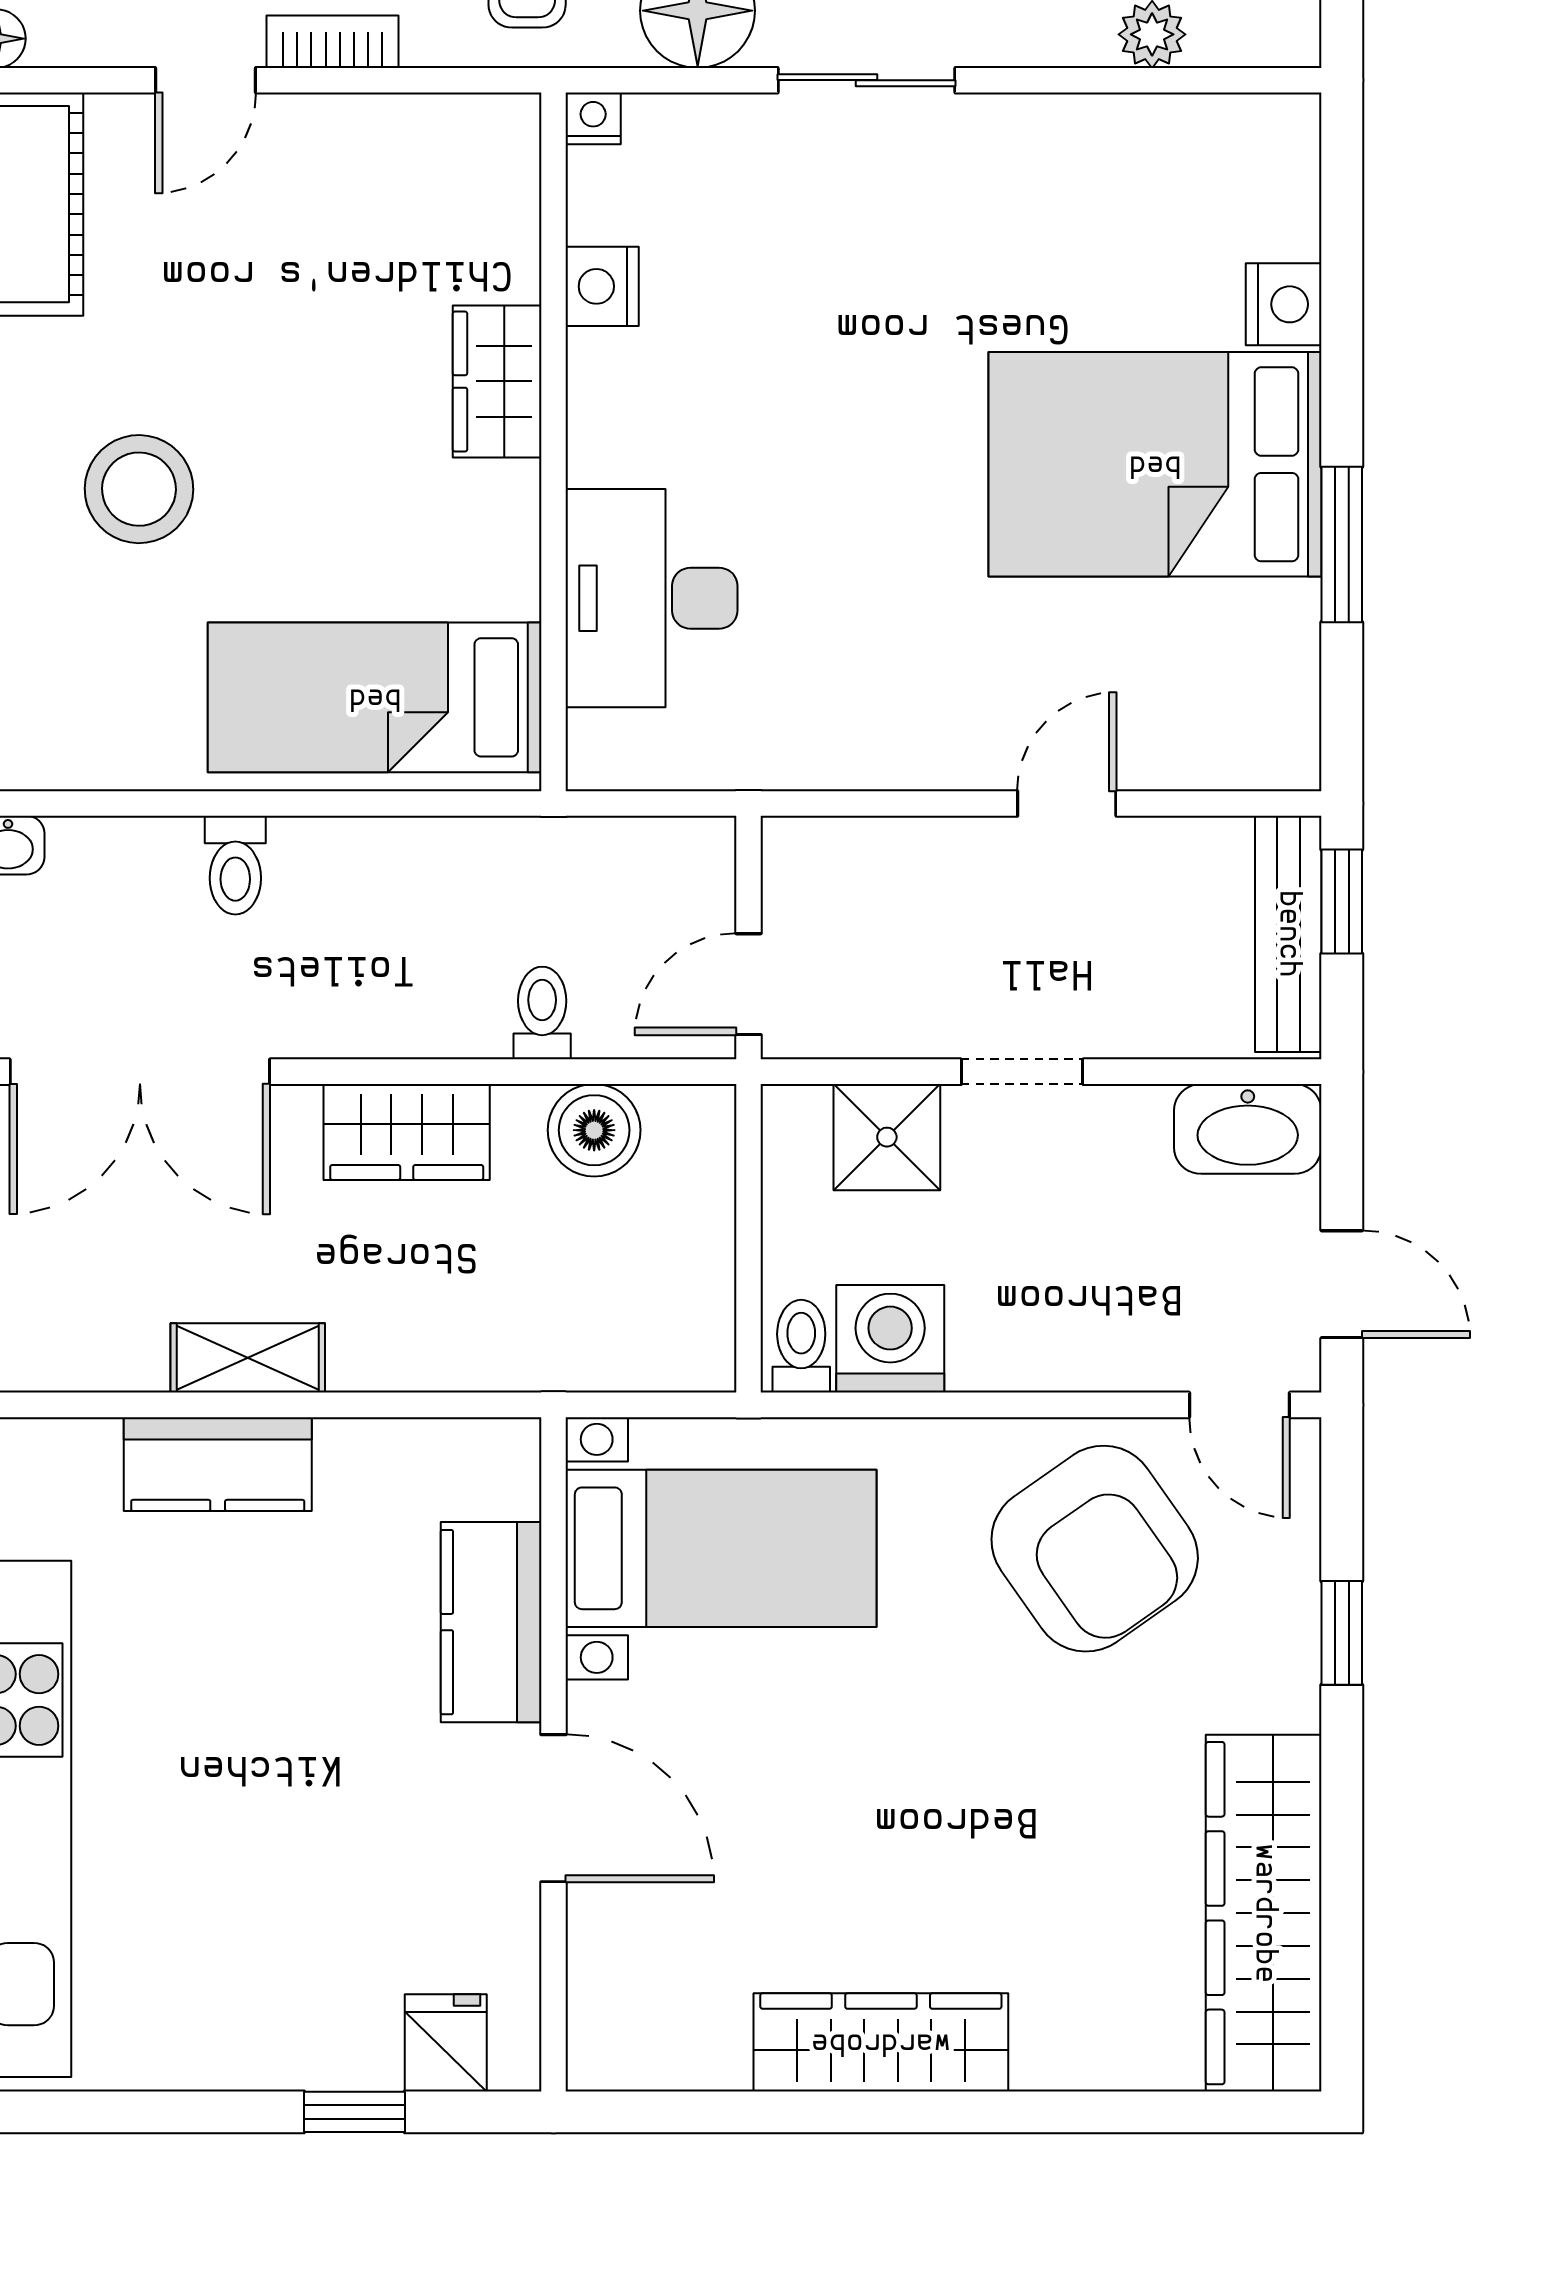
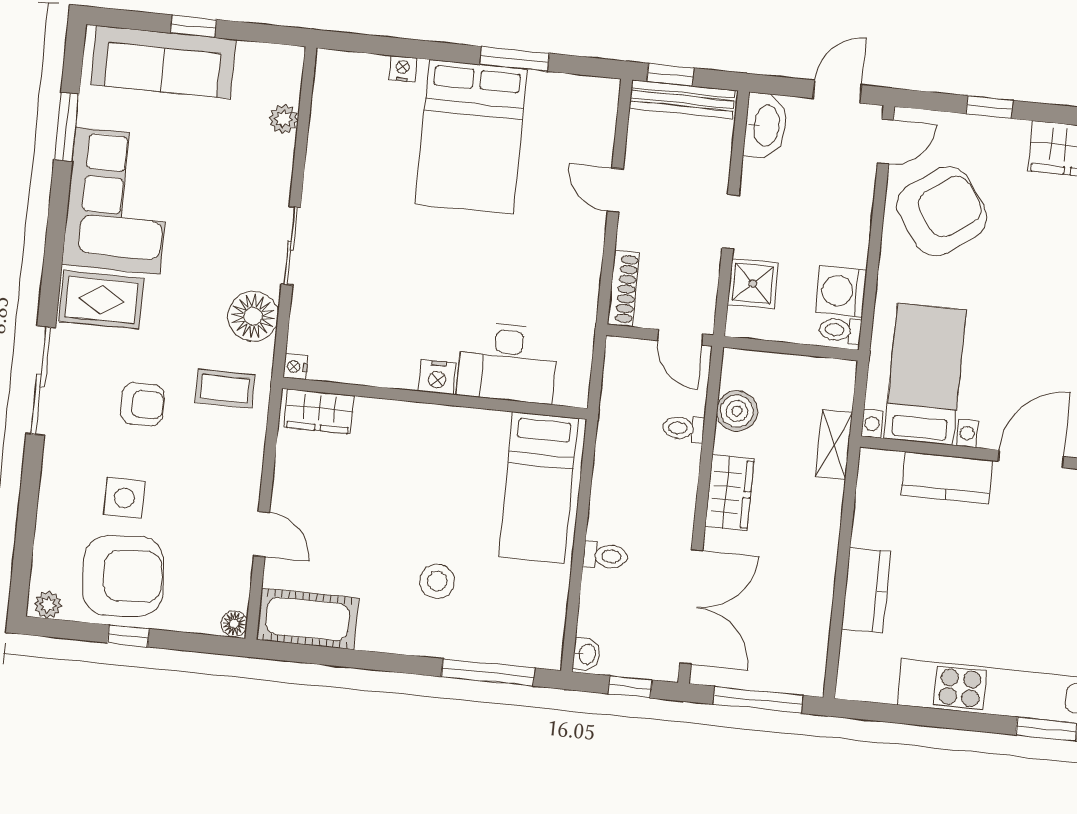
bookcase: (333, 42) -> (250, 477), removed
nightstand: (602, 286) -> (437, 377), moved
nightstand: (1284, 304) -> (403, 69), width x0.72, depth x0.74
wardrobe: (497, 381) -> (319, 411), moved
stool: (139, 489) -> (437, 581), width x0.73, depth x0.73
shoe rack: (845, 844) -> (623, 289), added
shelving: (248, 1358) -> (834, 444), moved

